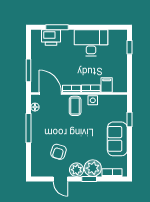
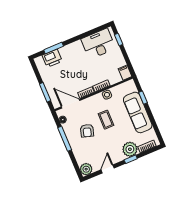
desk: (91, 43) -> (98, 44), moved
filing cabinet: (107, 85) -> (125, 73), moved
coffee table: (75, 106) -> (106, 120), moved
sofa: (117, 139) -> (138, 112), width x1.36
armchair: (58, 152) -> (87, 131), moved
plant: (76, 170) -> (86, 169), moved
door: (60, 179) -> (108, 169), swing flipped

